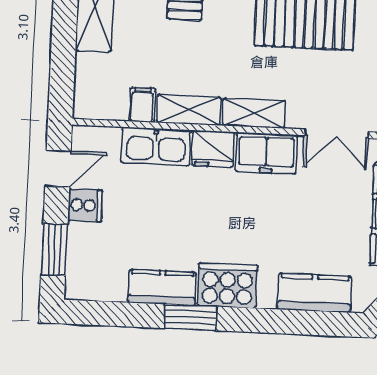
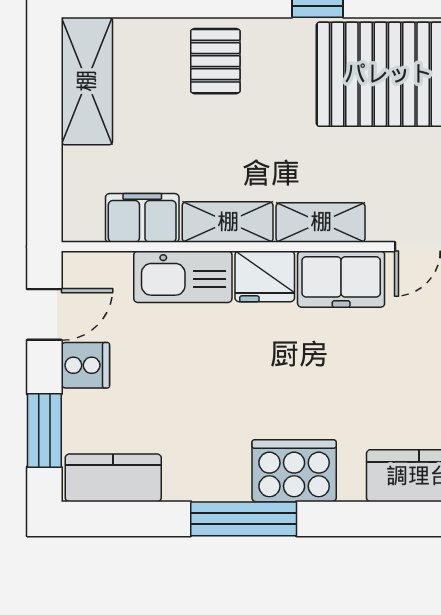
filing cabinet: (142, 105) -> (142, 218), width x2.00
kitchen counter: (162, 287) -> (113, 478), moved
window: (191, 317) -> (244, 519), width x1.44

